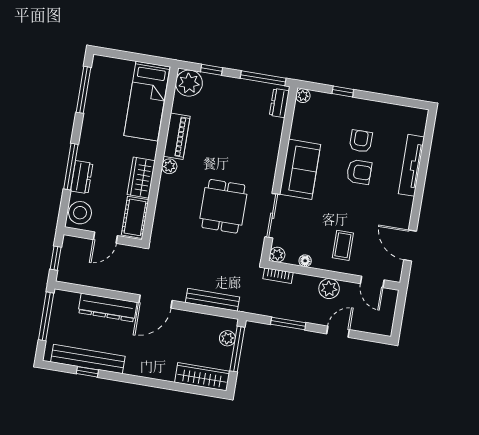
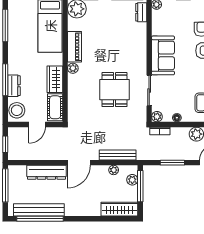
plant: (203, 320) -> (114, 170), added
window: (87, 372) -> (40, 219), width x3.17

